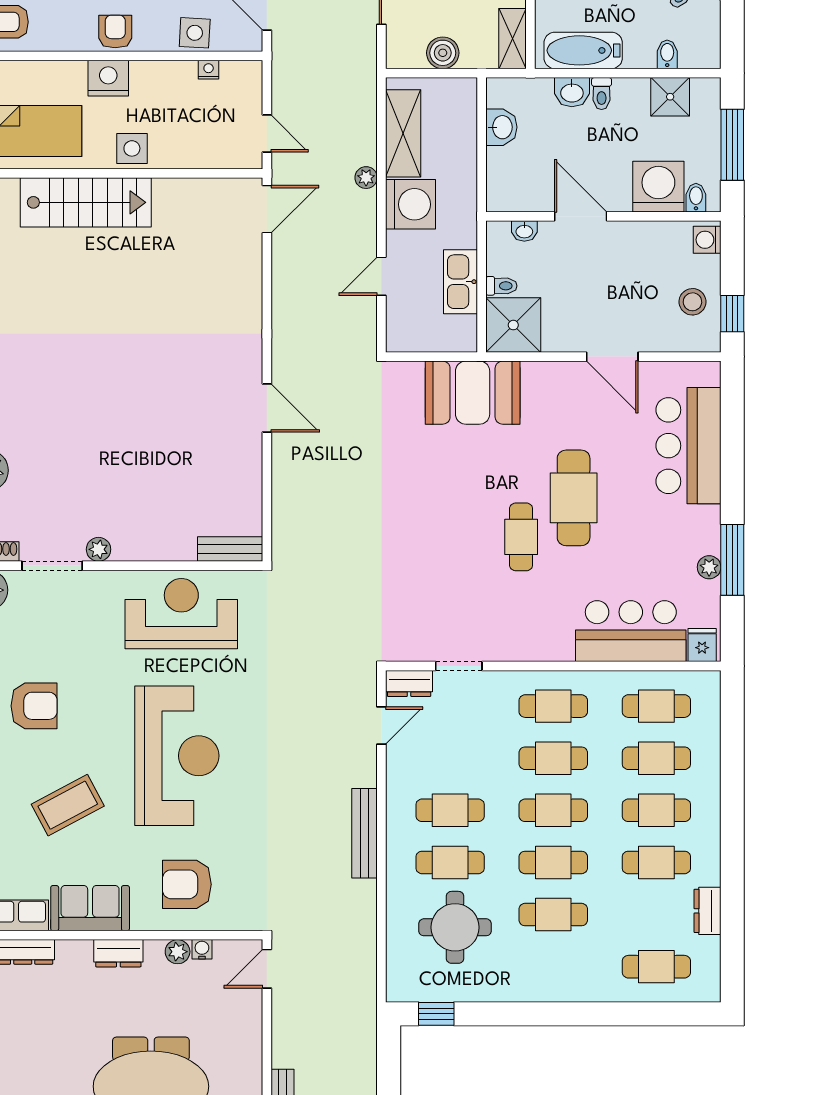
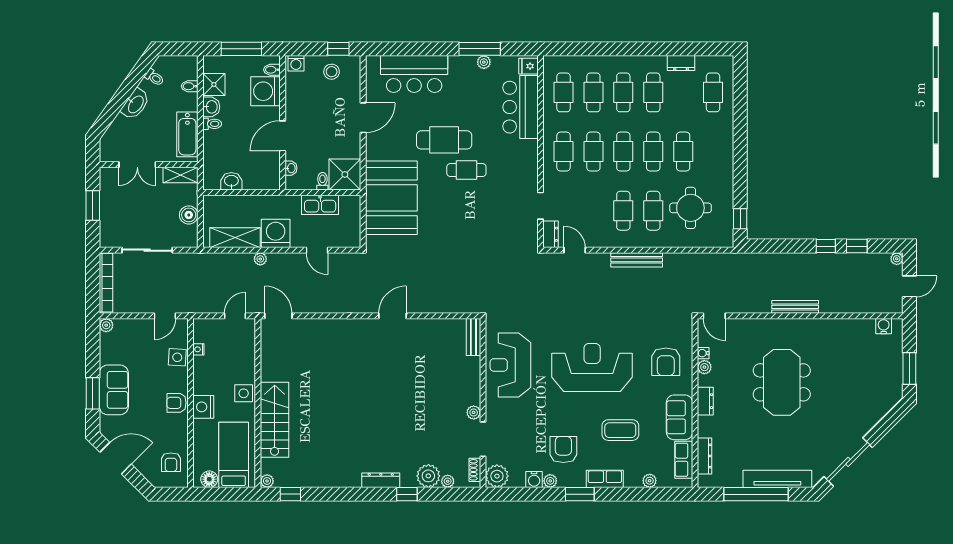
washbasin: (572, 92) -> (211, 107), moved
booth: (473, 393) -> (391, 198), width x1.36, depth x1.42
coffee table: (68, 805) -> (620, 430), turned -62

